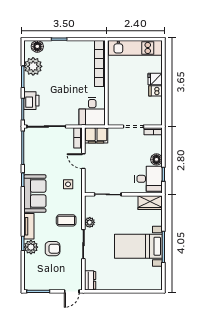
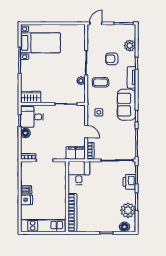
bed with nightstands: (138, 246) -> (40, 43), moved
plant: (31, 247) -> (130, 46), moved
dresser: (90, 280) -> (81, 32), removed

